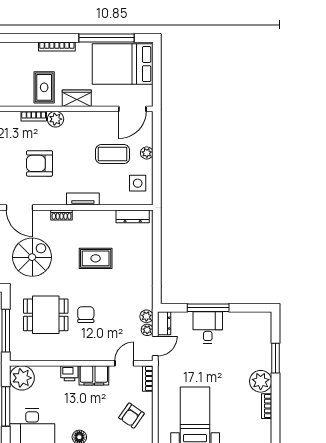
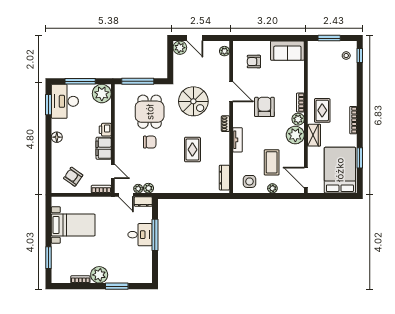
window: (107, 38) -> (360, 158), width x0.47
rug: (44, 87) -> (322, 110), turned 90
plant: (77, 123) -> (295, 135), added
door: (19, 208) -> (231, 92), swing flipped

